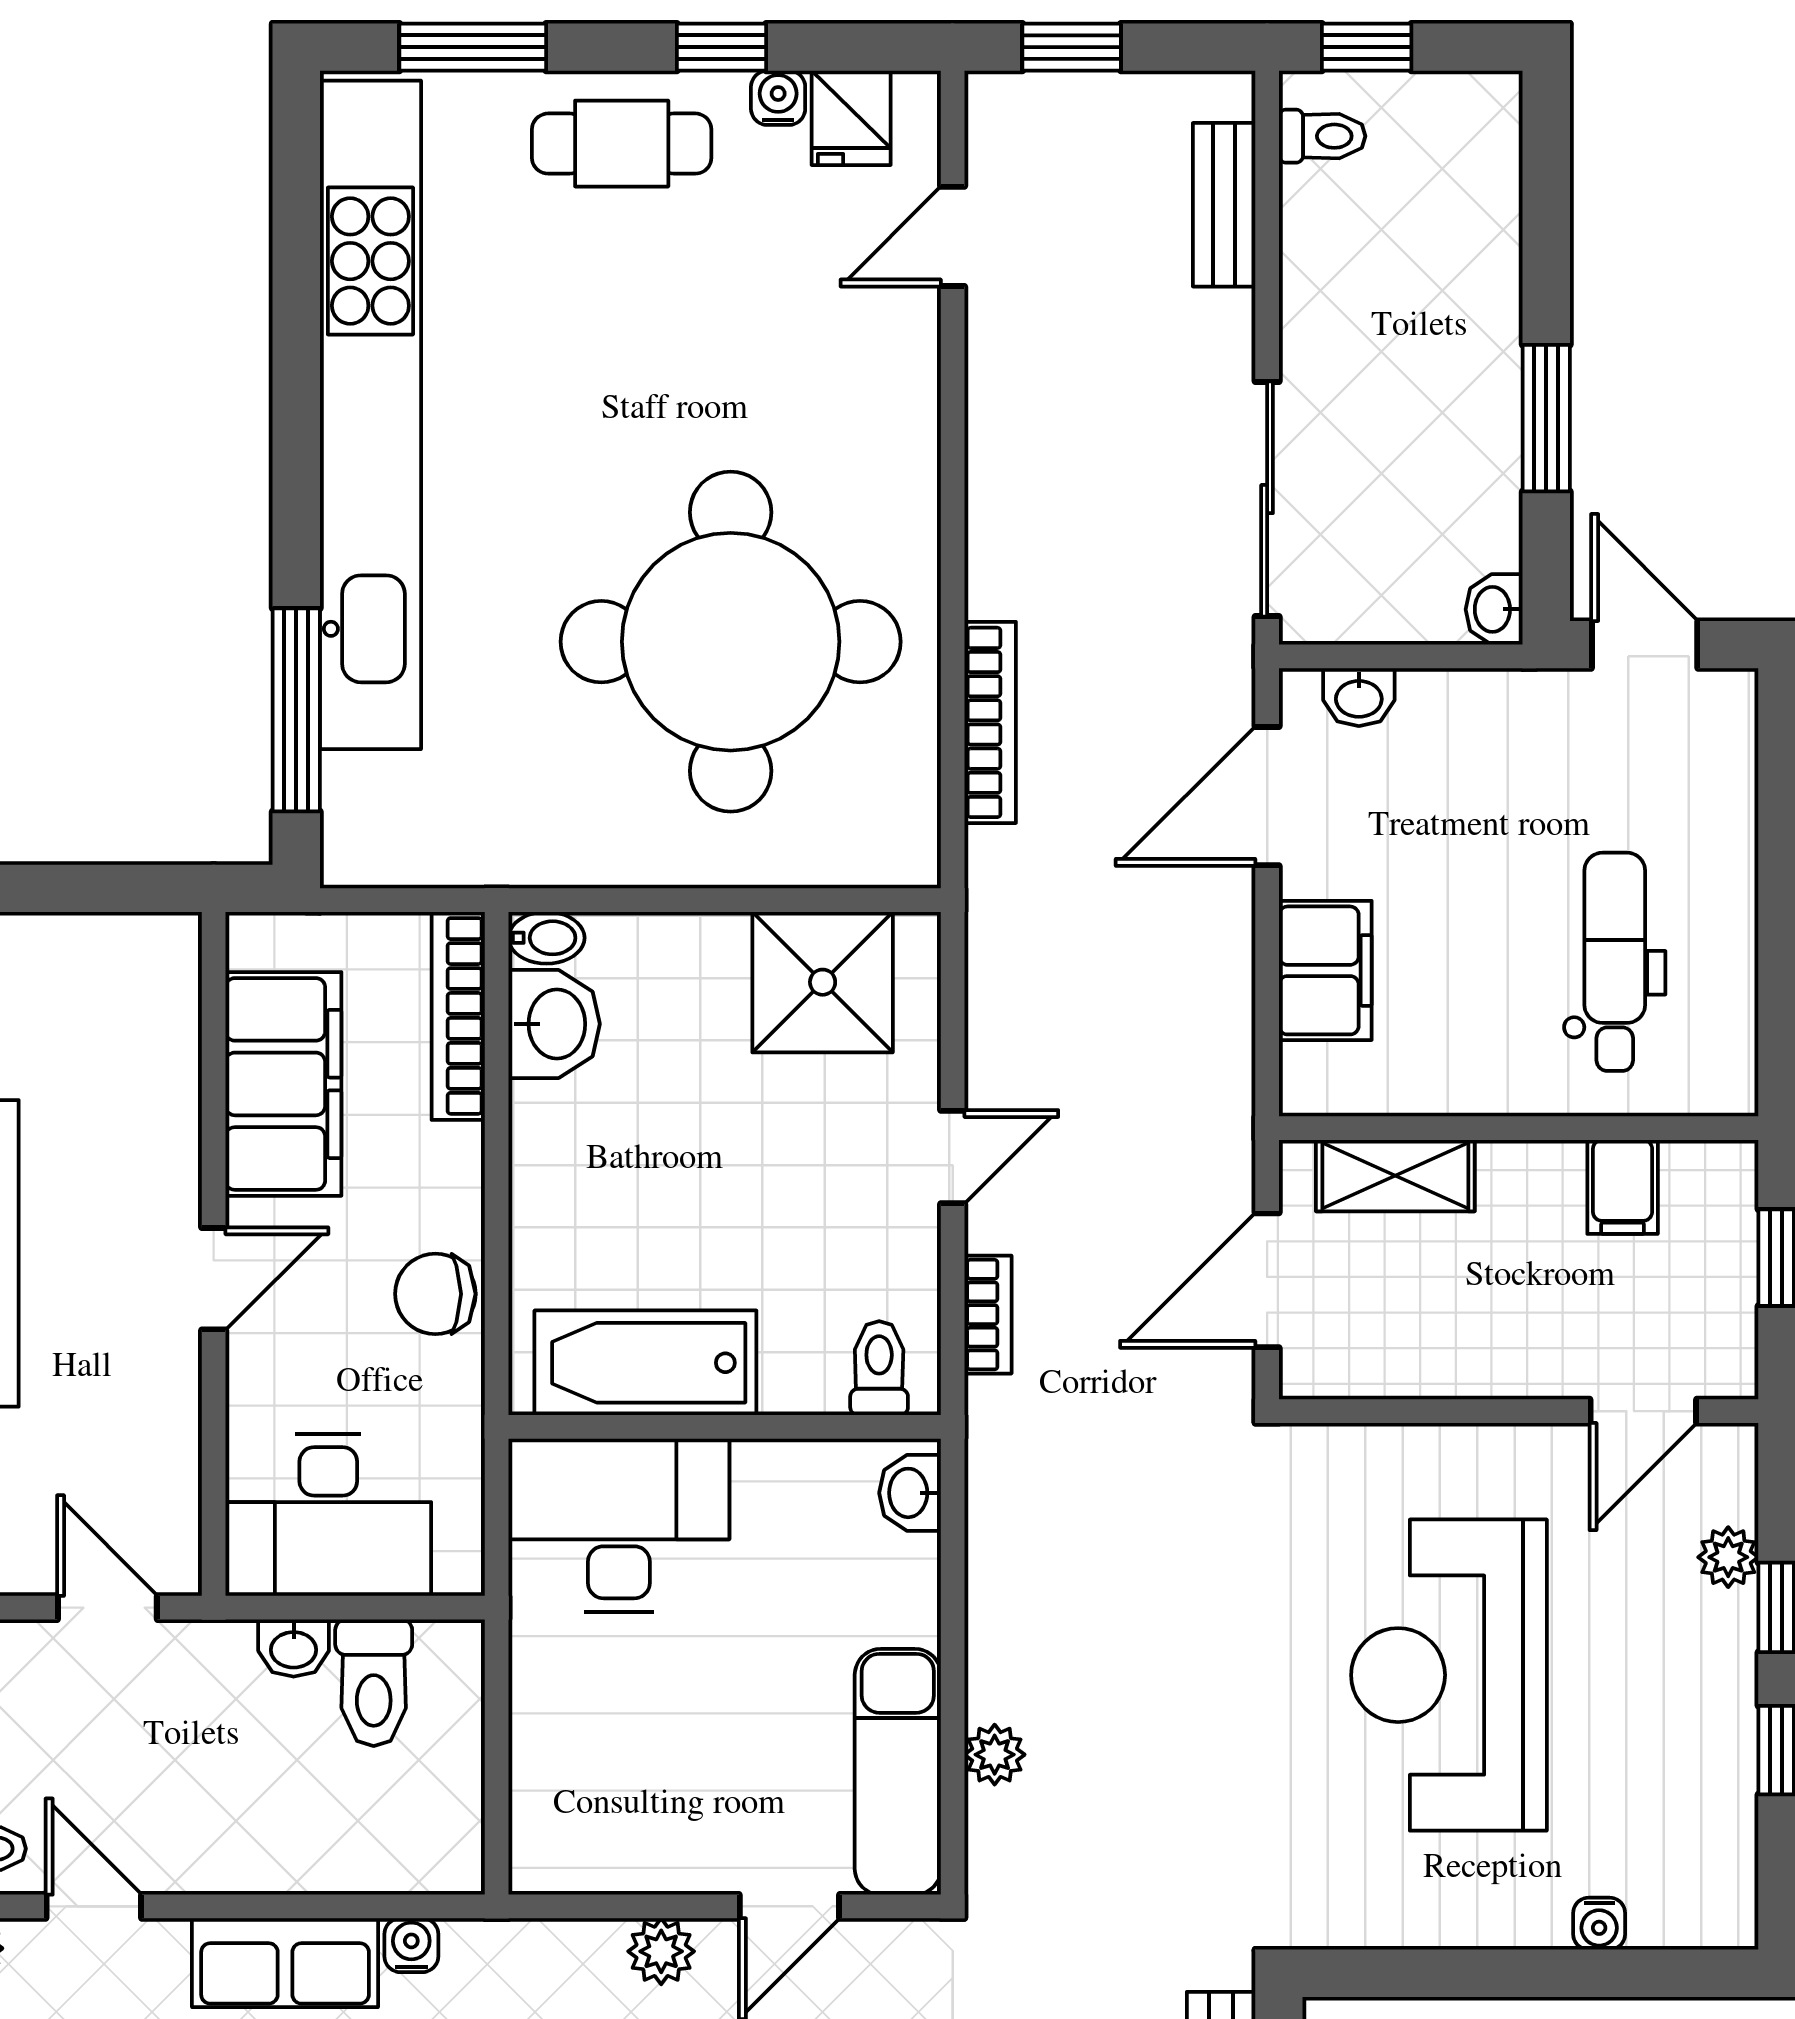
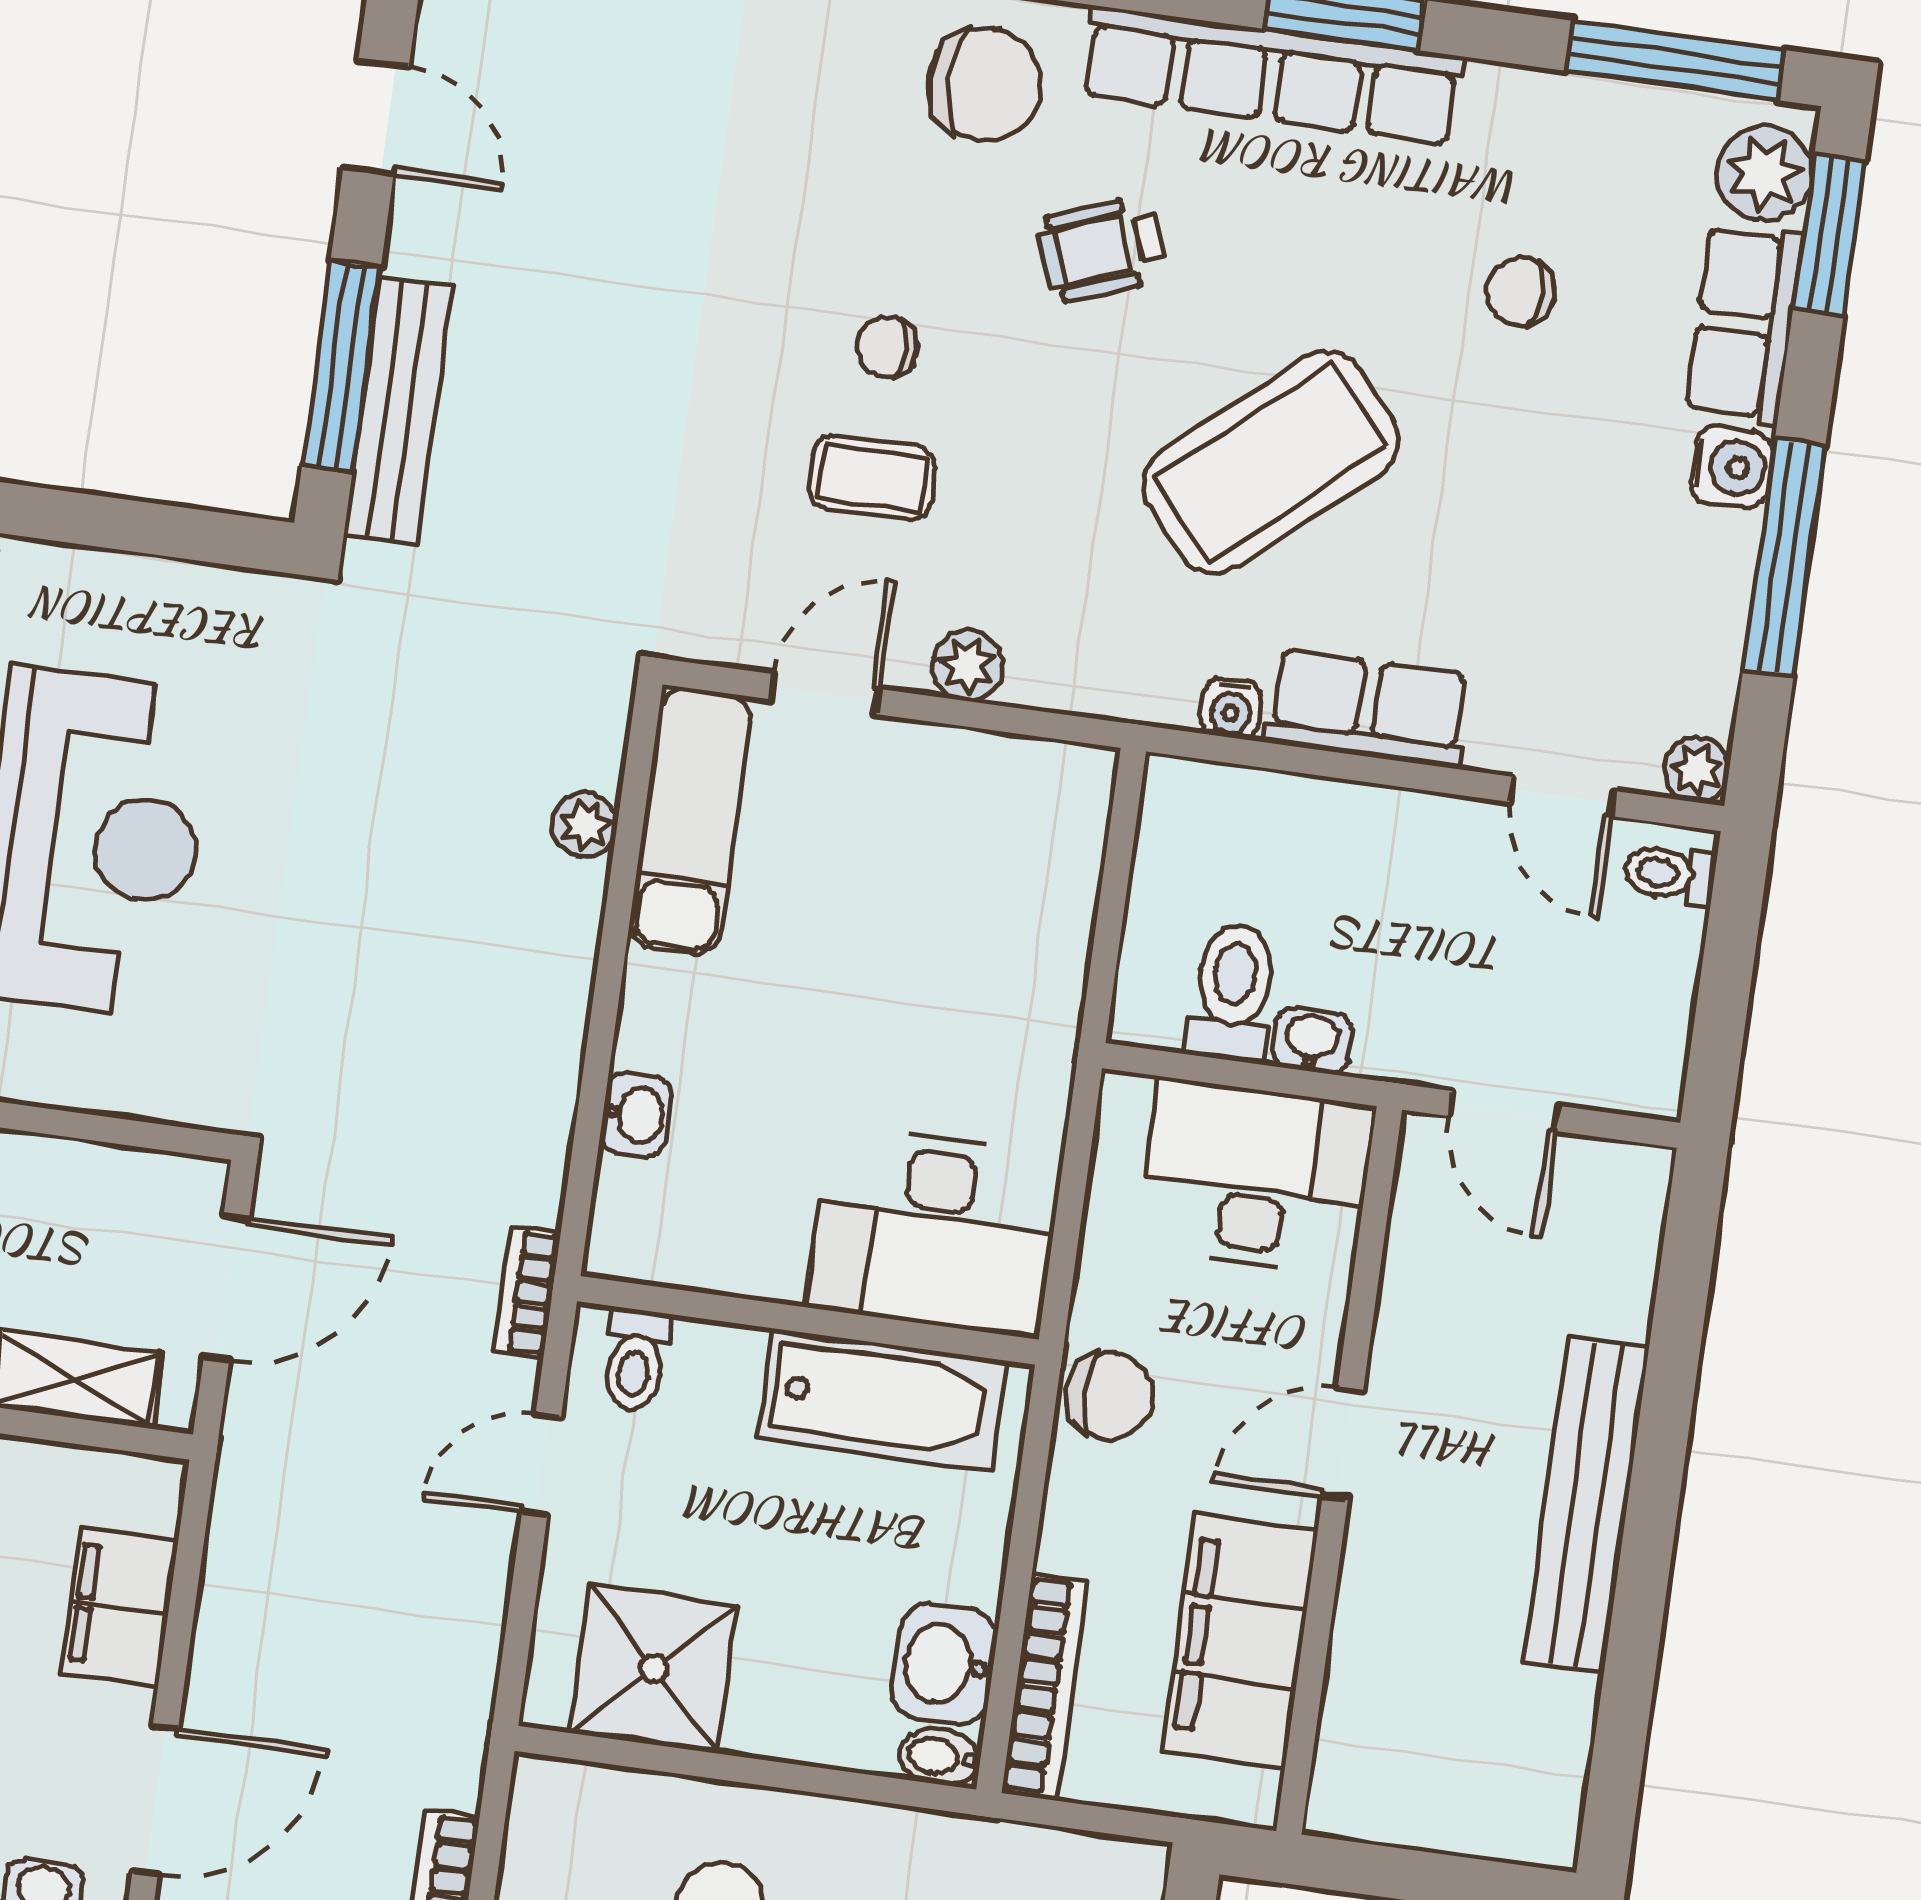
bathtub: (645, 1363) -> (882, 1400), moved
toilet: (879, 1368) -> (636, 1360), moved
wall: (725, 1427) -> (808, 1320), moved
desk: (619, 1525) -> (934, 1231), moved

